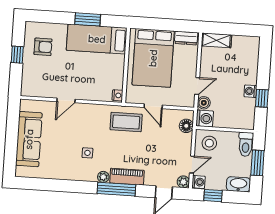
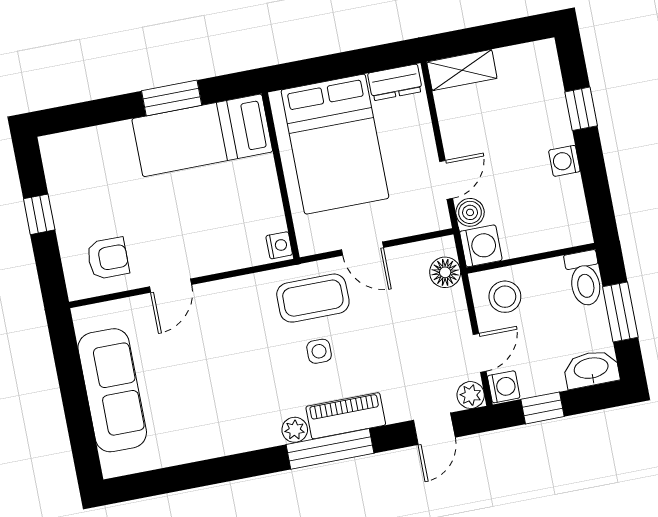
armchair: (43, 47) -> (108, 258), moved
window: (262, 98) -> (581, 109), moved
side table: (87, 153) -> (319, 351), moved

